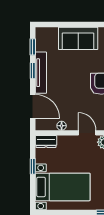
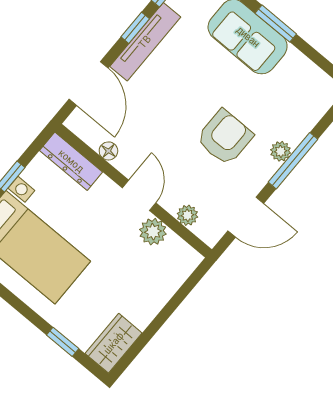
window: (85, 24) -> (276, 24), added
dresser: (46, 142) -> (71, 161), width x1.44

